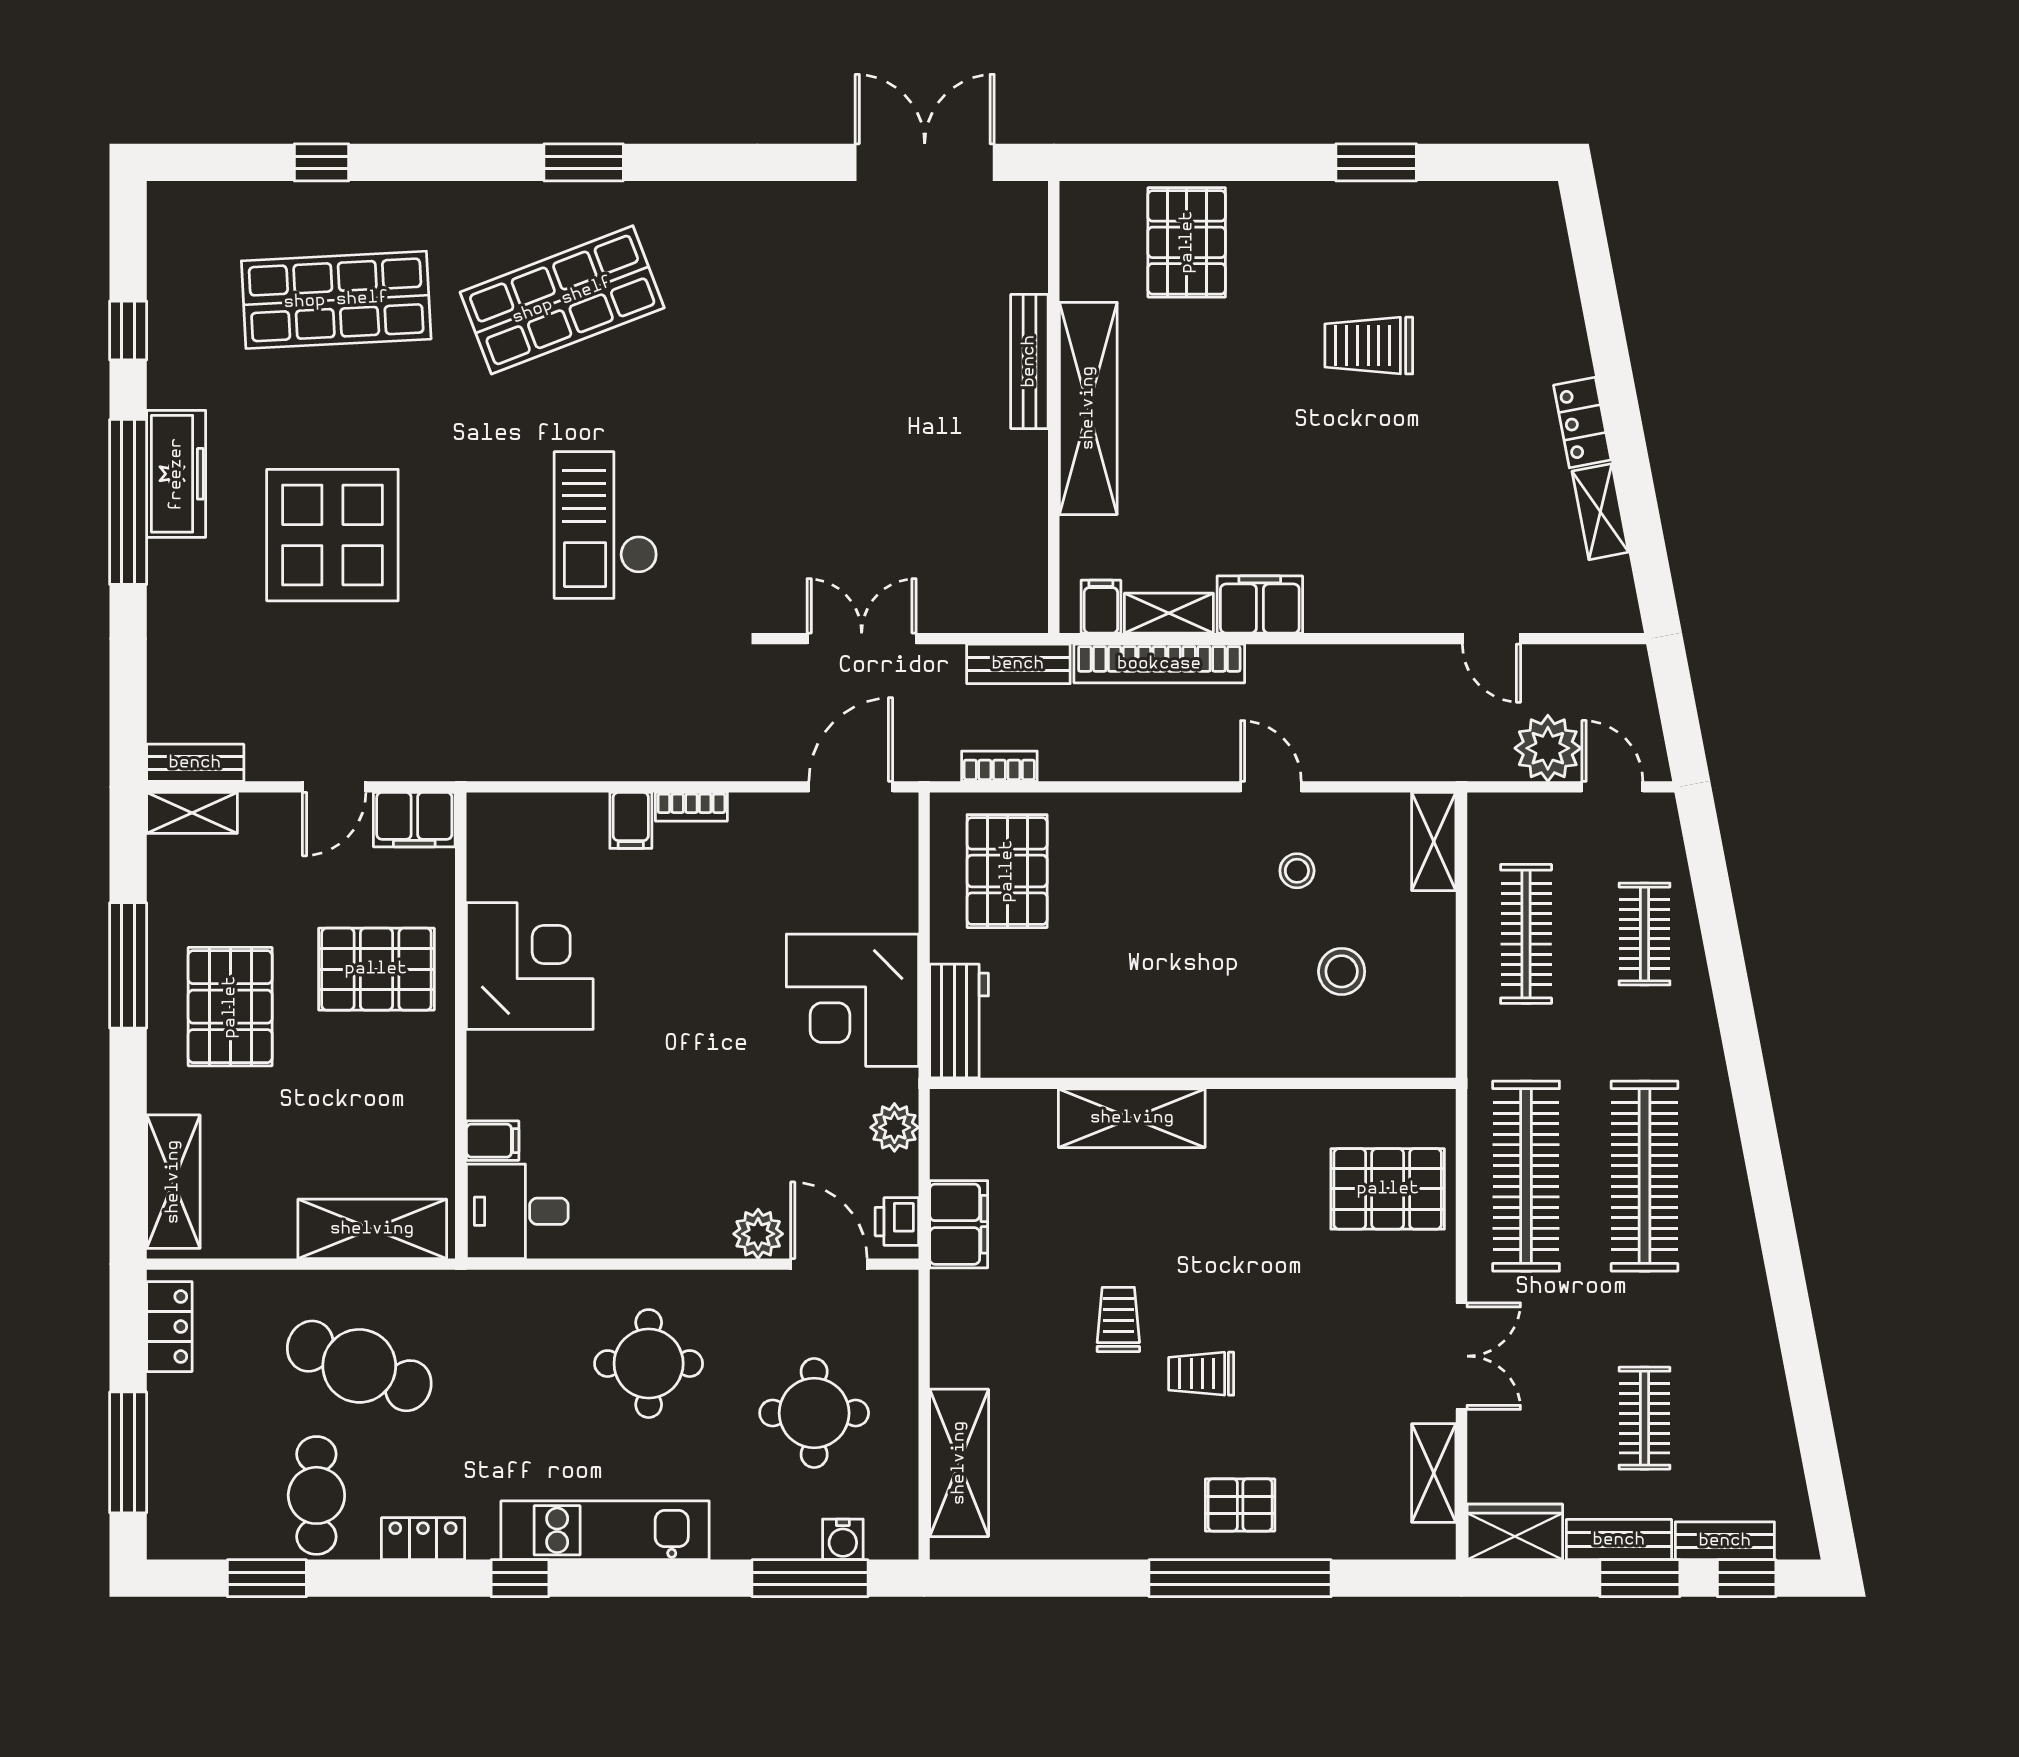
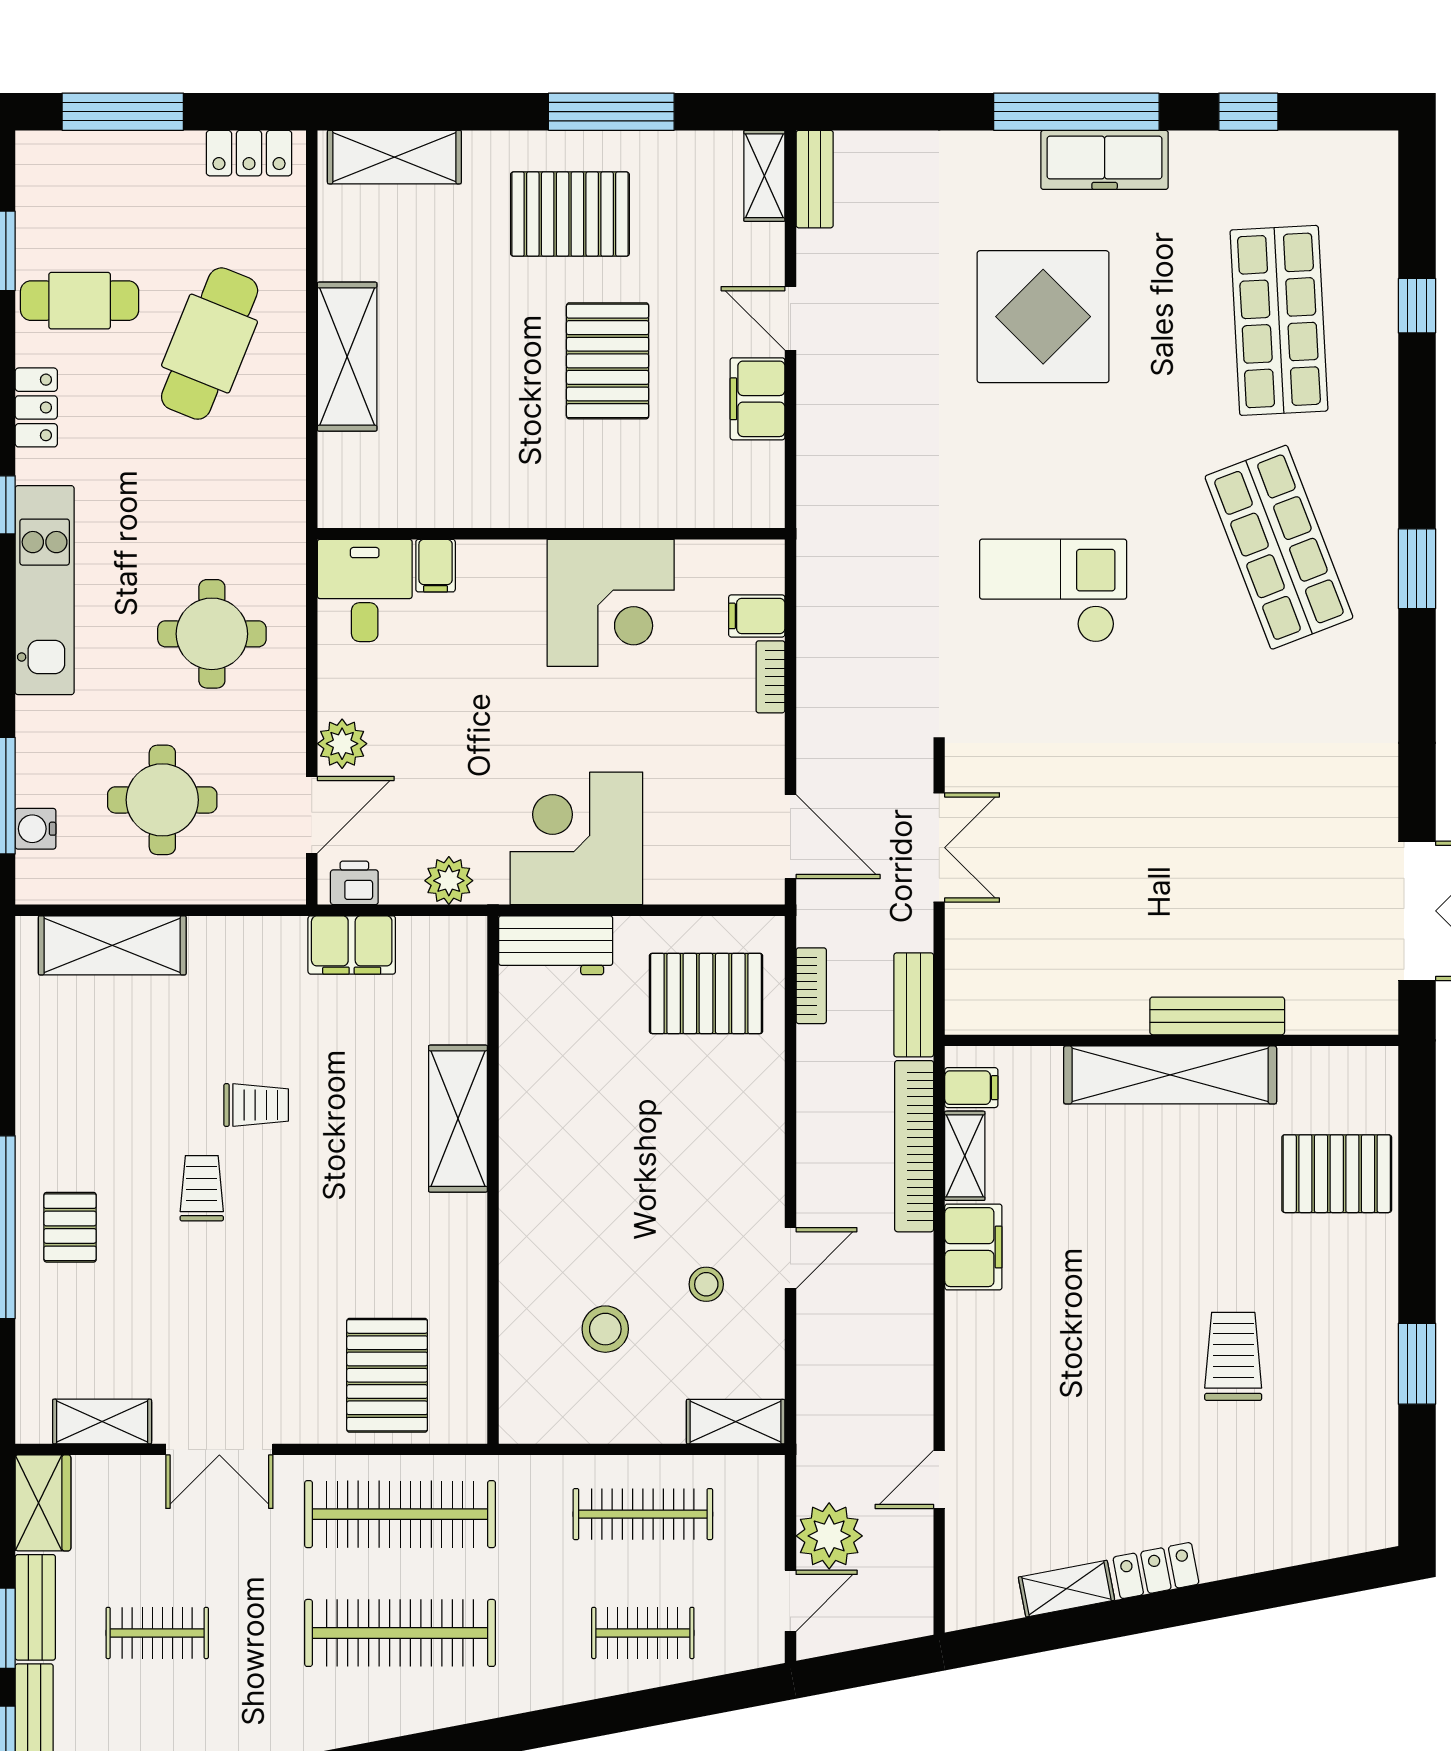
corner desk: (530, 966) -> (611, 603), moved
wall: (461, 1025) -> (551, 534), moved
filing cabinet: (493, 1141) -> (436, 566), moved
desk: (517, 1211) -> (365, 590), moved

